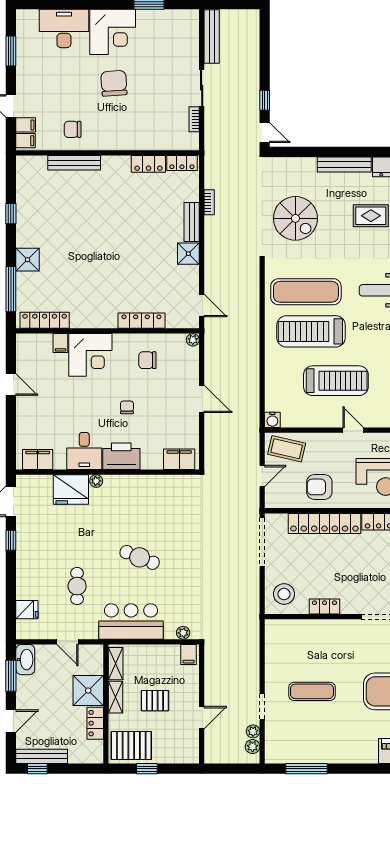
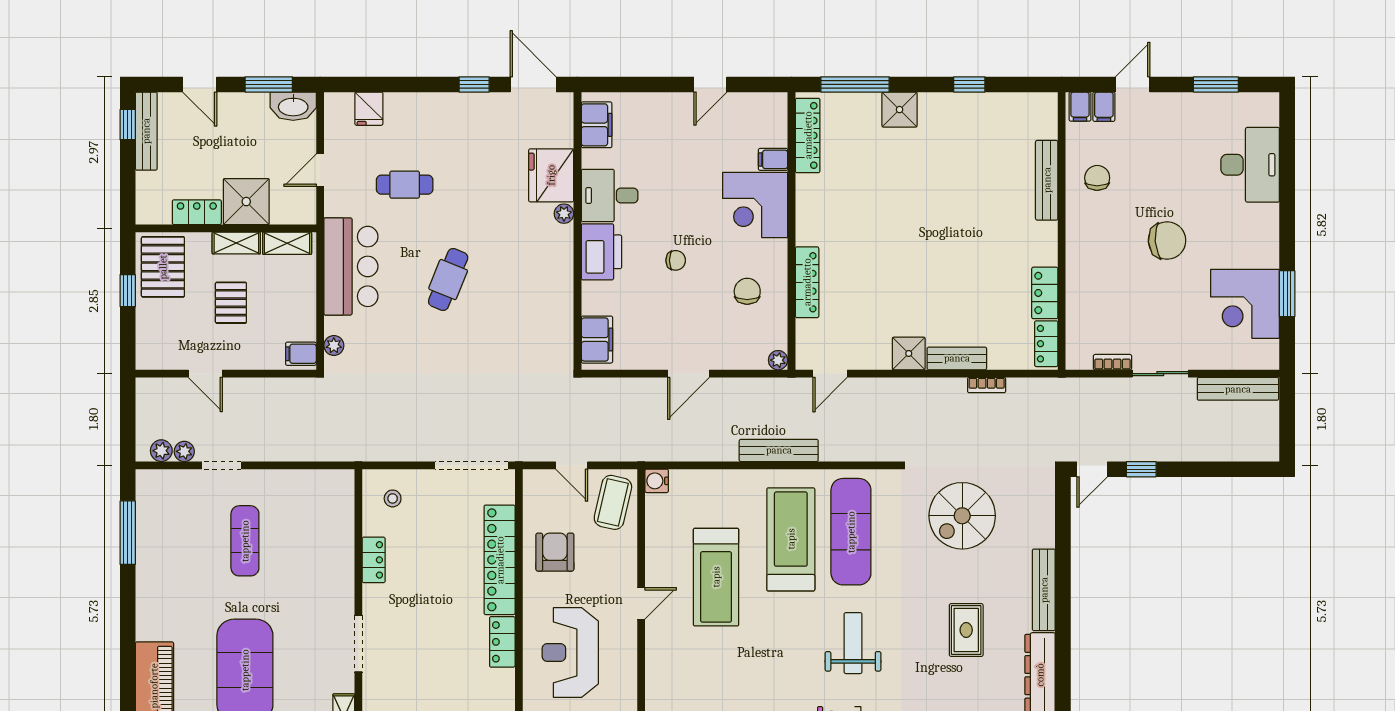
corner desk: (113, 32) -> (1245, 304), moved
bench: (252, 339) -> (779, 450), added
stool: (284, 594) -> (393, 498), width x0.53, depth x0.53

